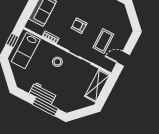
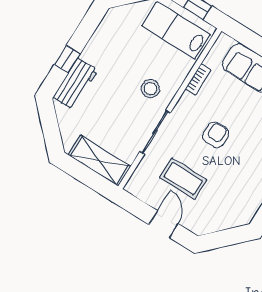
door: (123, 59) -> (164, 224), moved
workbench: (43, 93) -> (76, 84), moved
window: (45, 107) -> (67, 59), width x0.46

